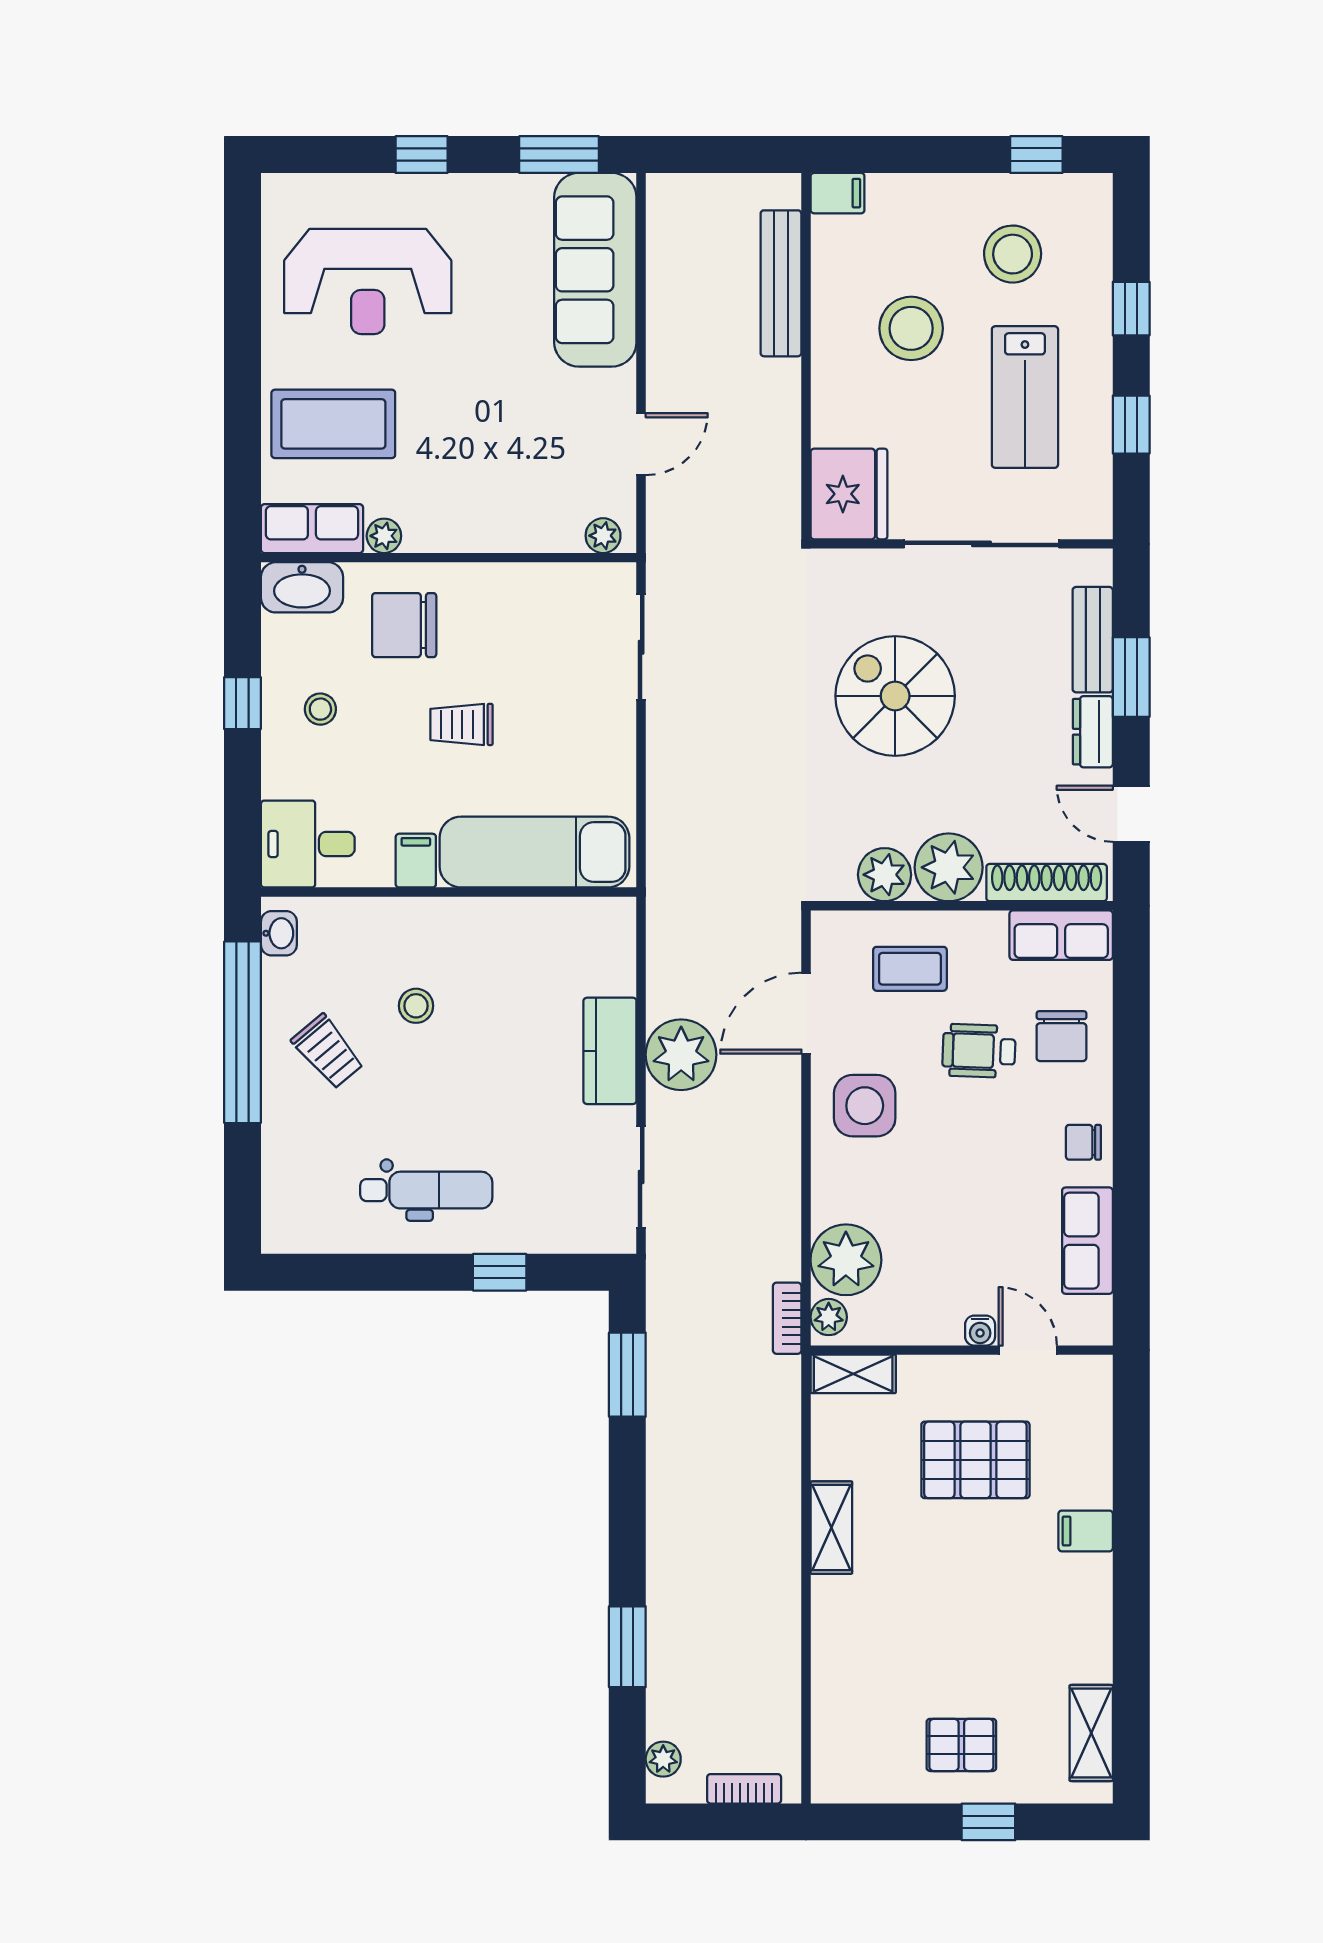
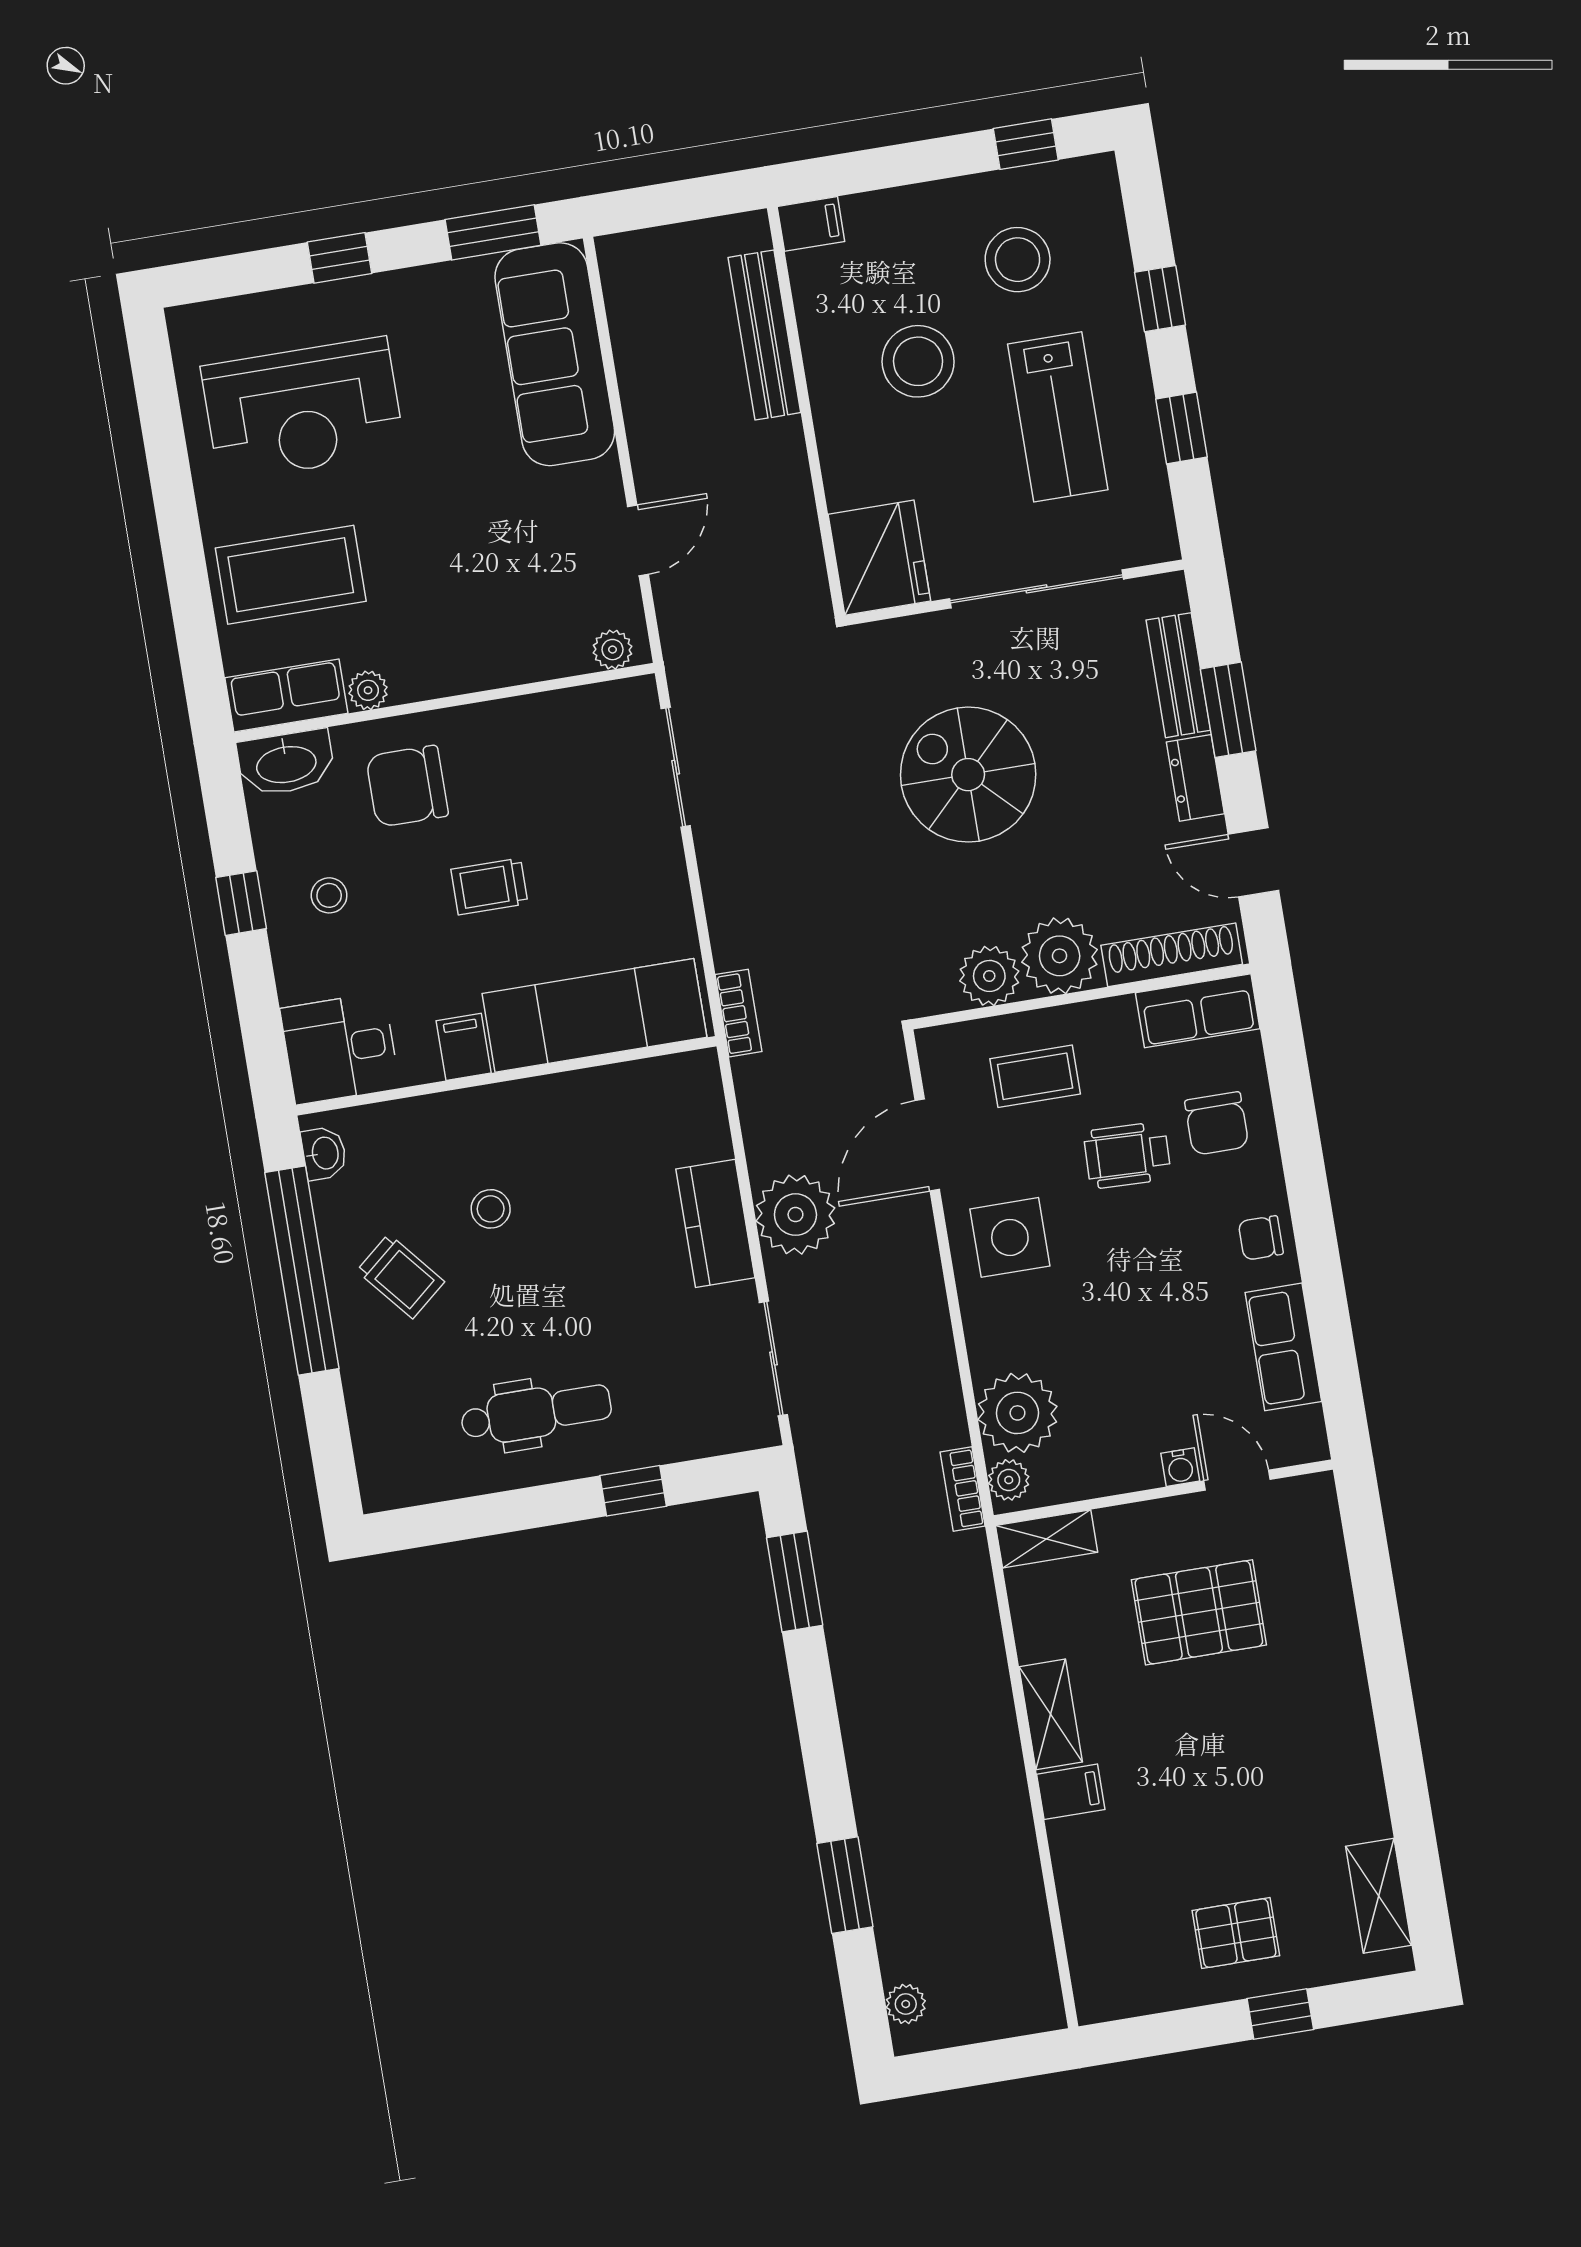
filing cabinet: (1086, 1531) -> (1071, 1792), moved, turned 180
bookcase: (744, 1789) -> (738, 1013), moved, turned 90

